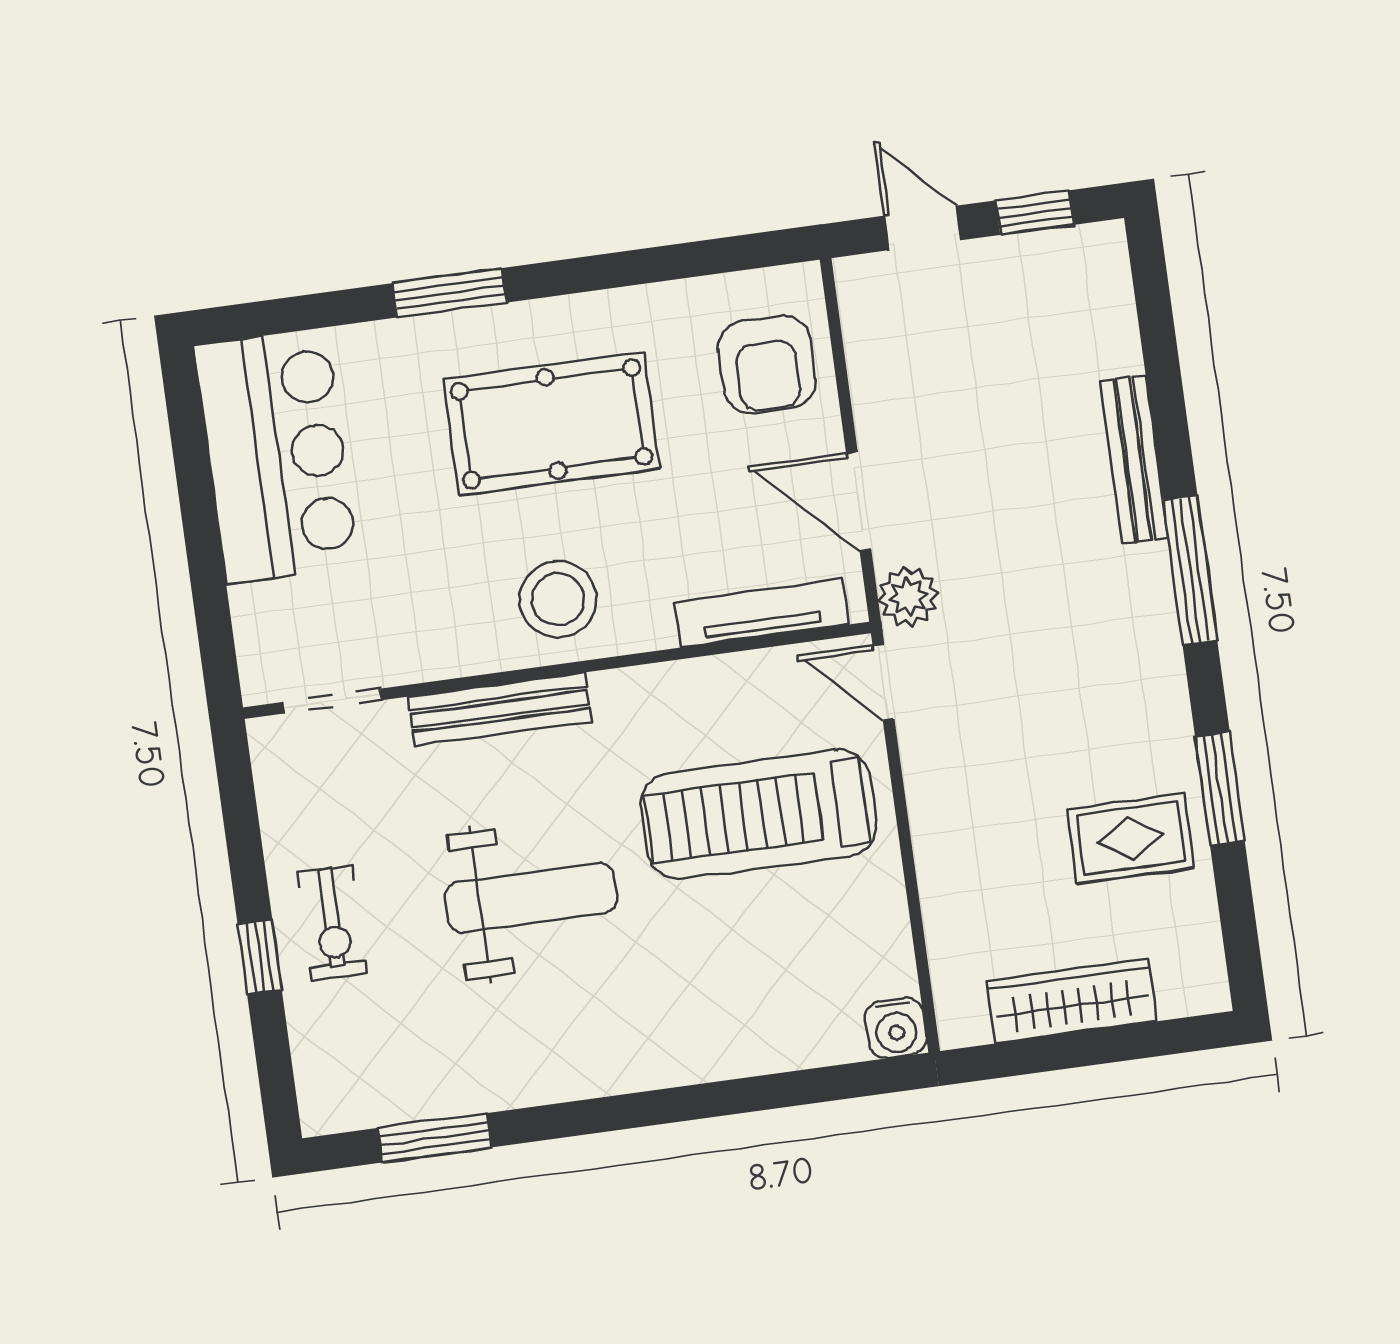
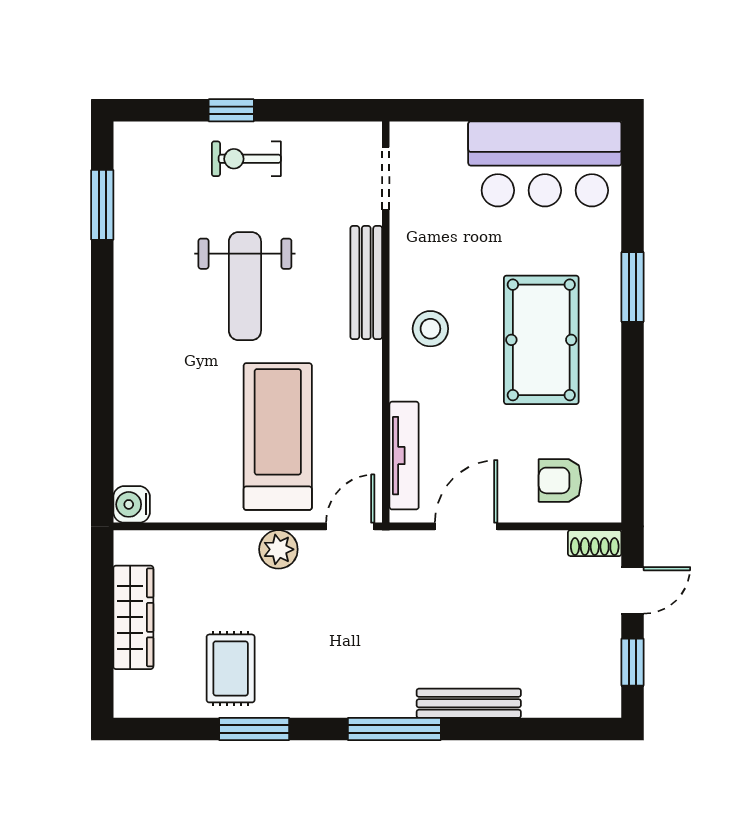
shoe rack: (857, 297) -> (595, 543), added
armchair: (767, 364) -> (560, 480), width x0.72, depth x0.72
plant: (908, 597) -> (278, 549), moved
stool: (558, 599) -> (430, 329), width x0.73, depth x0.73

